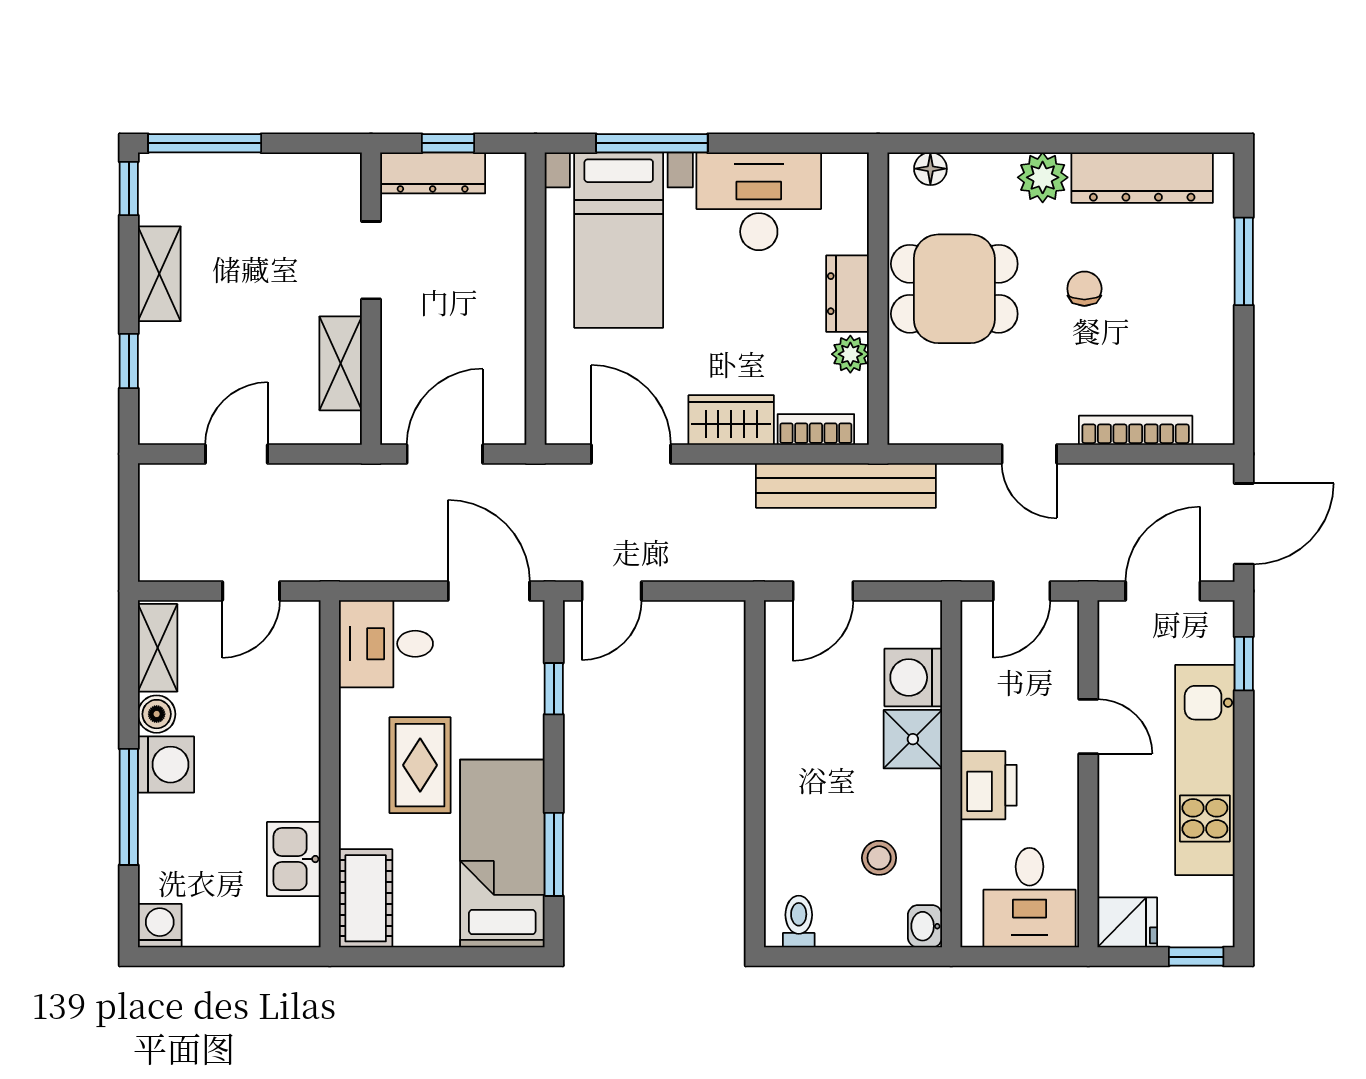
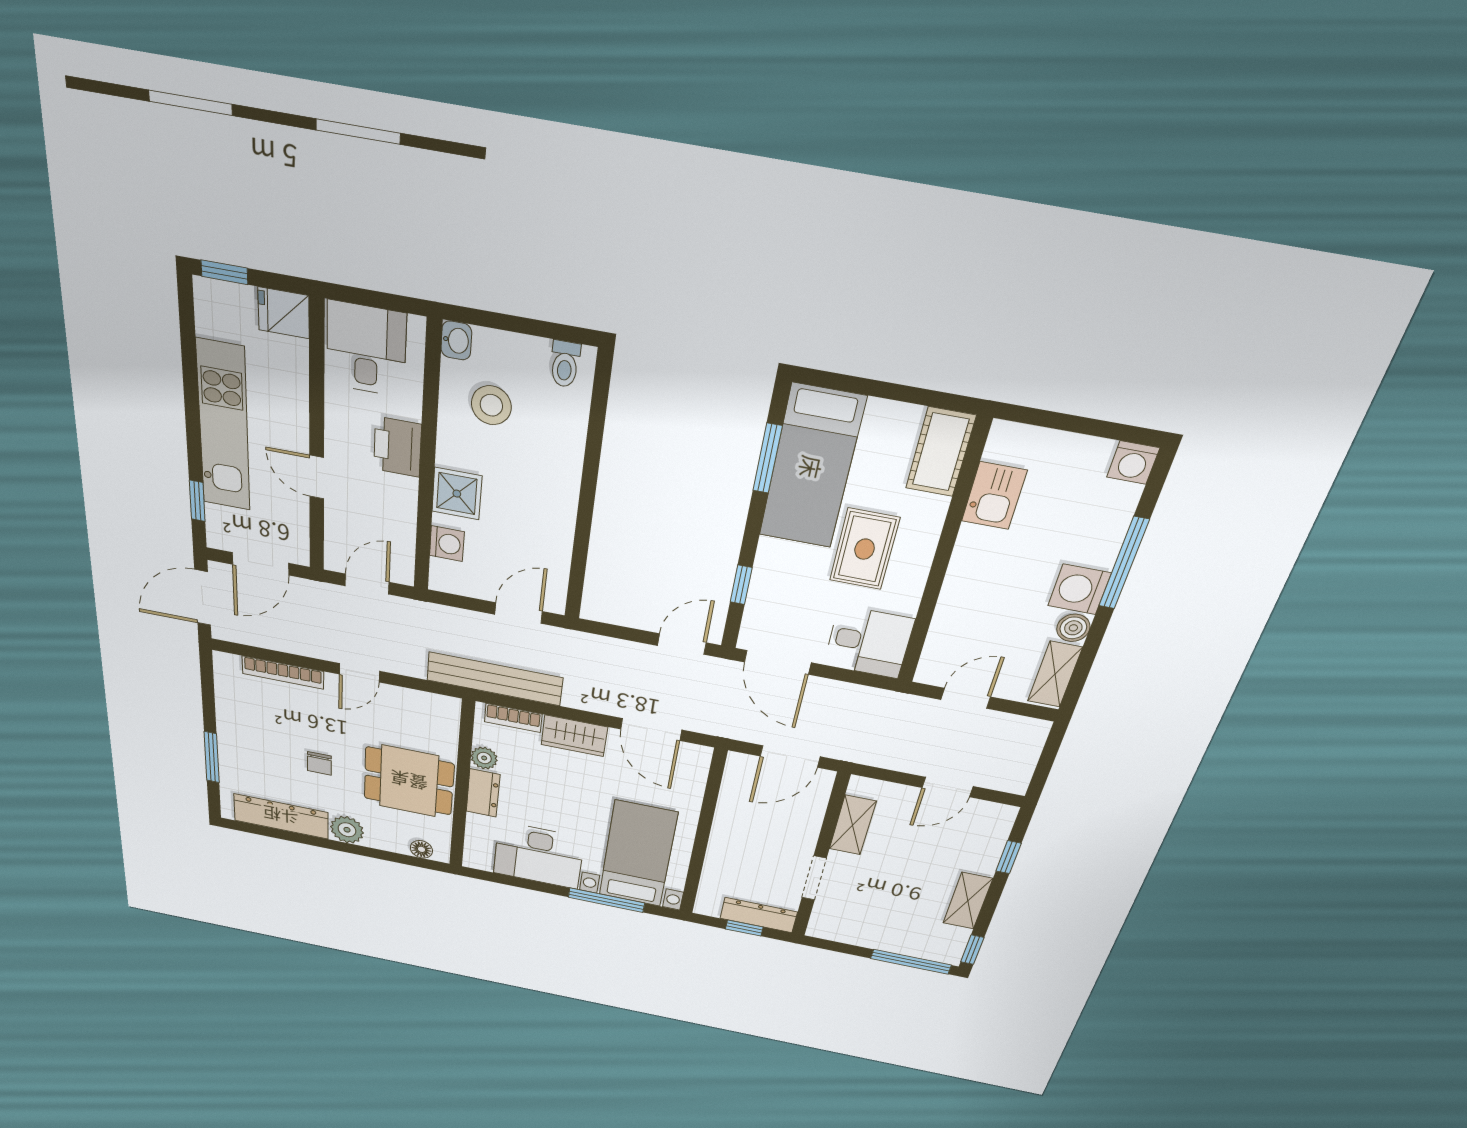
door: (1029, 454) -> (359, 673), swing flipped
washing machine: (913, 677) -> (447, 544), width x0.73, depth x0.73
stool: (879, 858) -> (491, 405), width x1.37, depth x1.37

